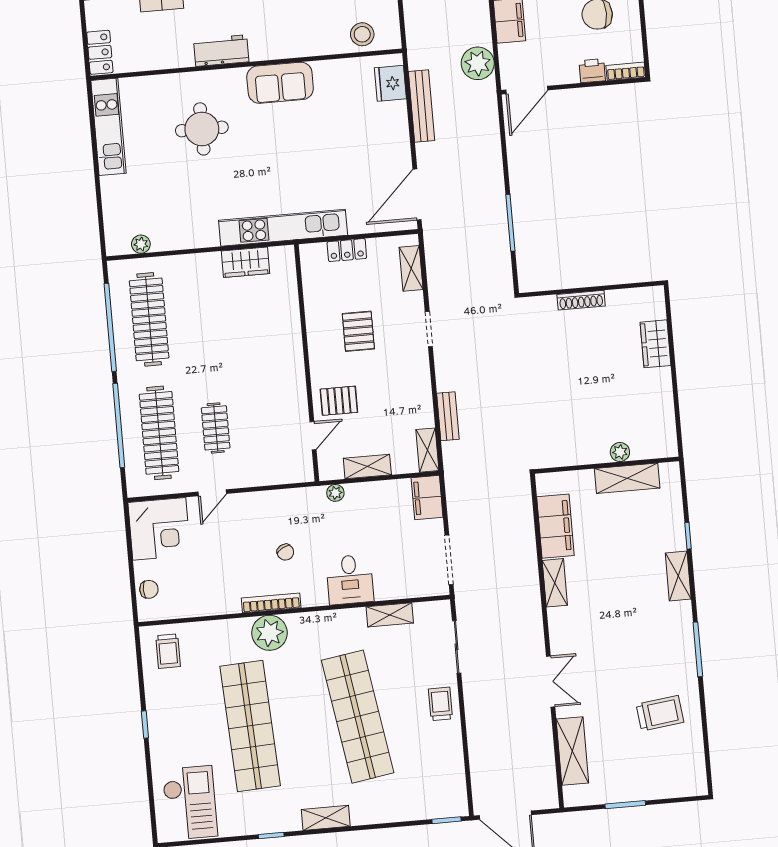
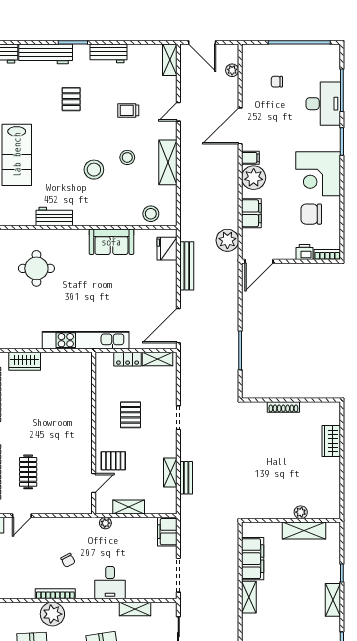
sofa: (280, 83) -> (111, 242), moved
wardrobe: (246, 262) -> (25, 361), moved
shelving: (411, 268) -> (158, 359), moved, turned 90
shelving: (427, 450) -> (170, 473), moved

